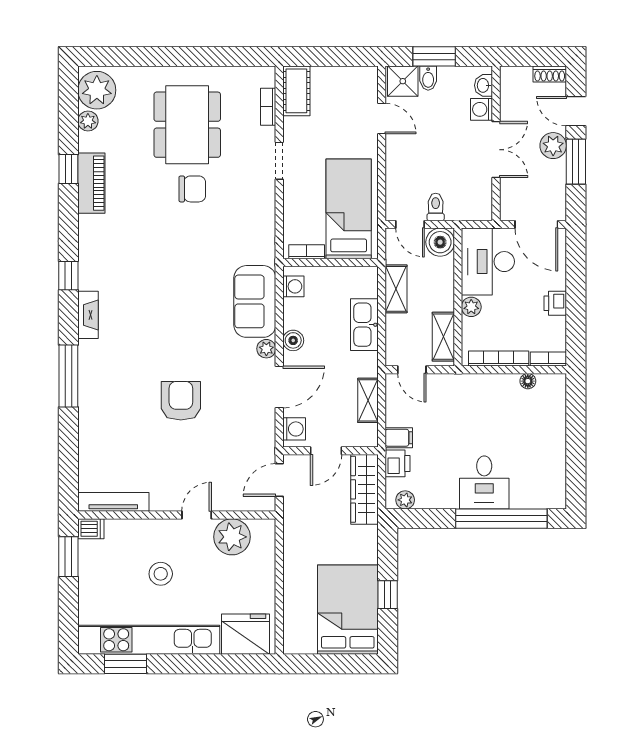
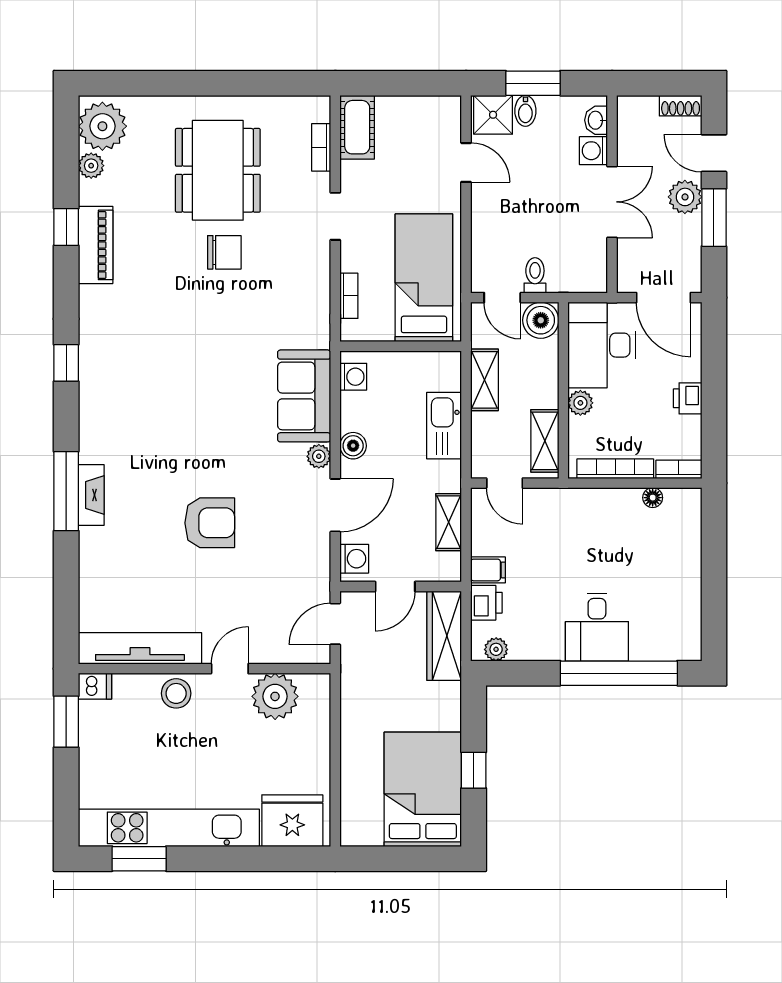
bookcase: (307, 252) -> (349, 296), moved, turned 90
fireplace: (88, 315) -> (91, 495), moved
armchair: (181, 401) -> (210, 523), turned 90
tv unit: (113, 502) -> (140, 648), width x1.36, depth x1.29
stool: (161, 574) -> (176, 693), moved

